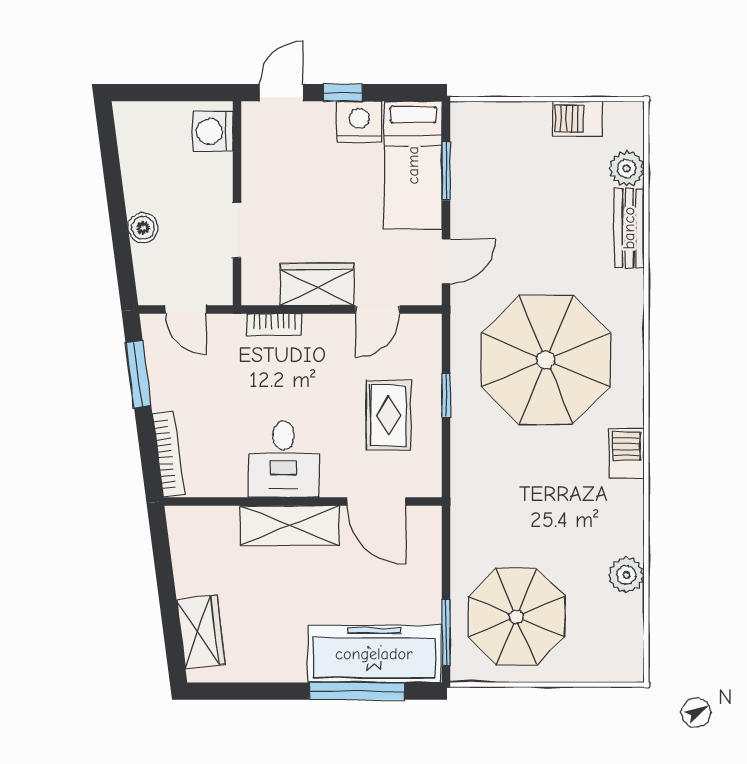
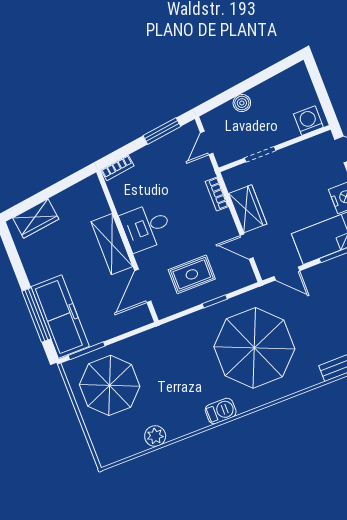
bookcase: (168, 454) -> (117, 168), width x0.64

